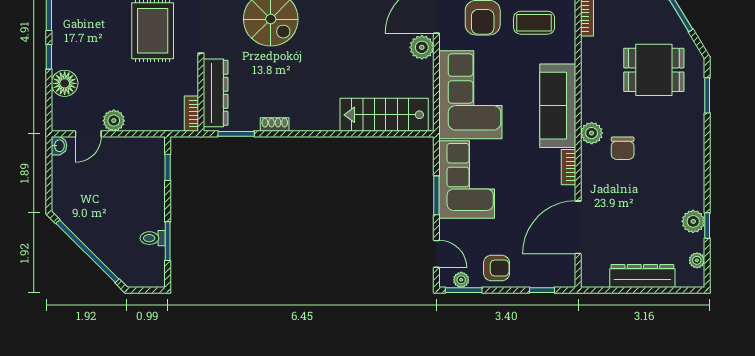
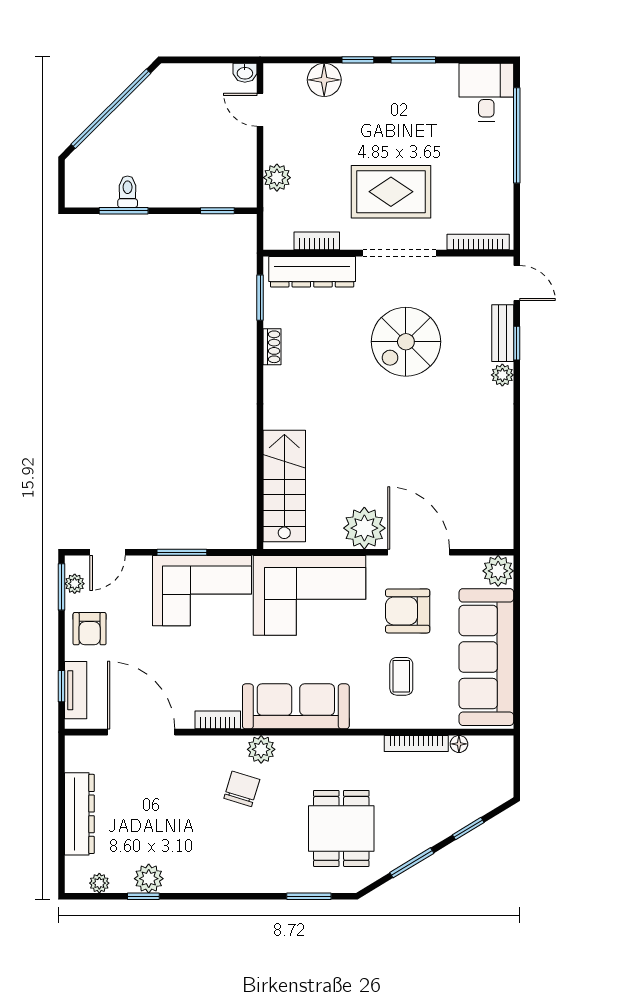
coffee table: (534, 23) -> (401, 676), width x0.73, depth x0.77
plant: (422, 47) -> (364, 528), width x1.36, depth x1.36
bookcase: (191, 114) -> (317, 241), moved
plant: (114, 121) -> (277, 178), moved
chair: (623, 148) -> (242, 789), turned 107
tv unit: (545, 279) -> (76, 690), added

